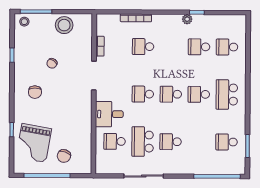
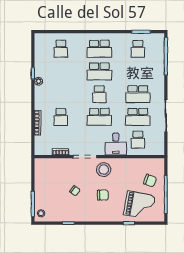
stool: (64, 25) -> (104, 170), moved
school desk: (199, 47) -> (61, 71), removed
chair: (35, 92) -> (103, 195), moved
school desk: (143, 94) -> (99, 117), width x1.85
school desk: (199, 94) -> (99, 71), width x1.85
school desk: (171, 142) -> (138, 94), width x1.85

